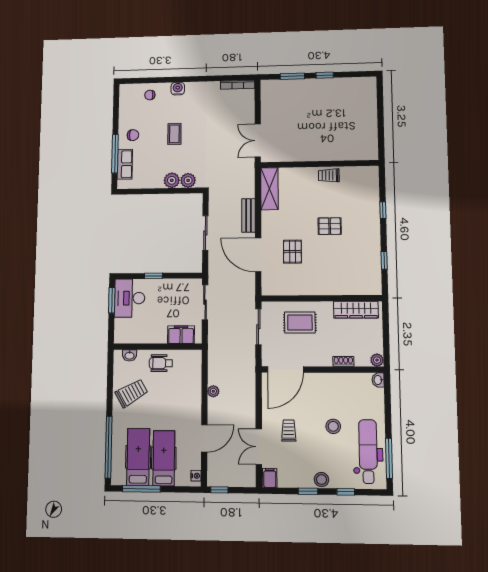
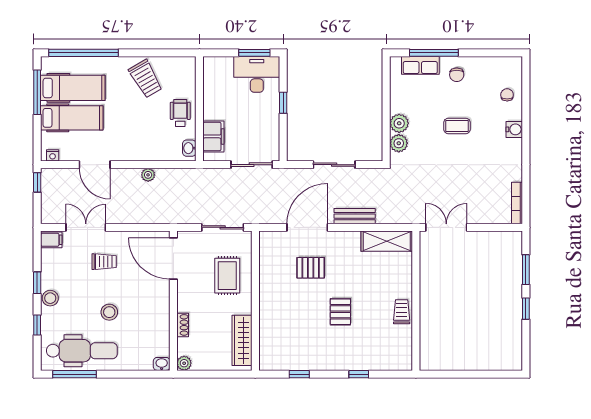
washbasin: (129, 355) -> (189, 148), moved

